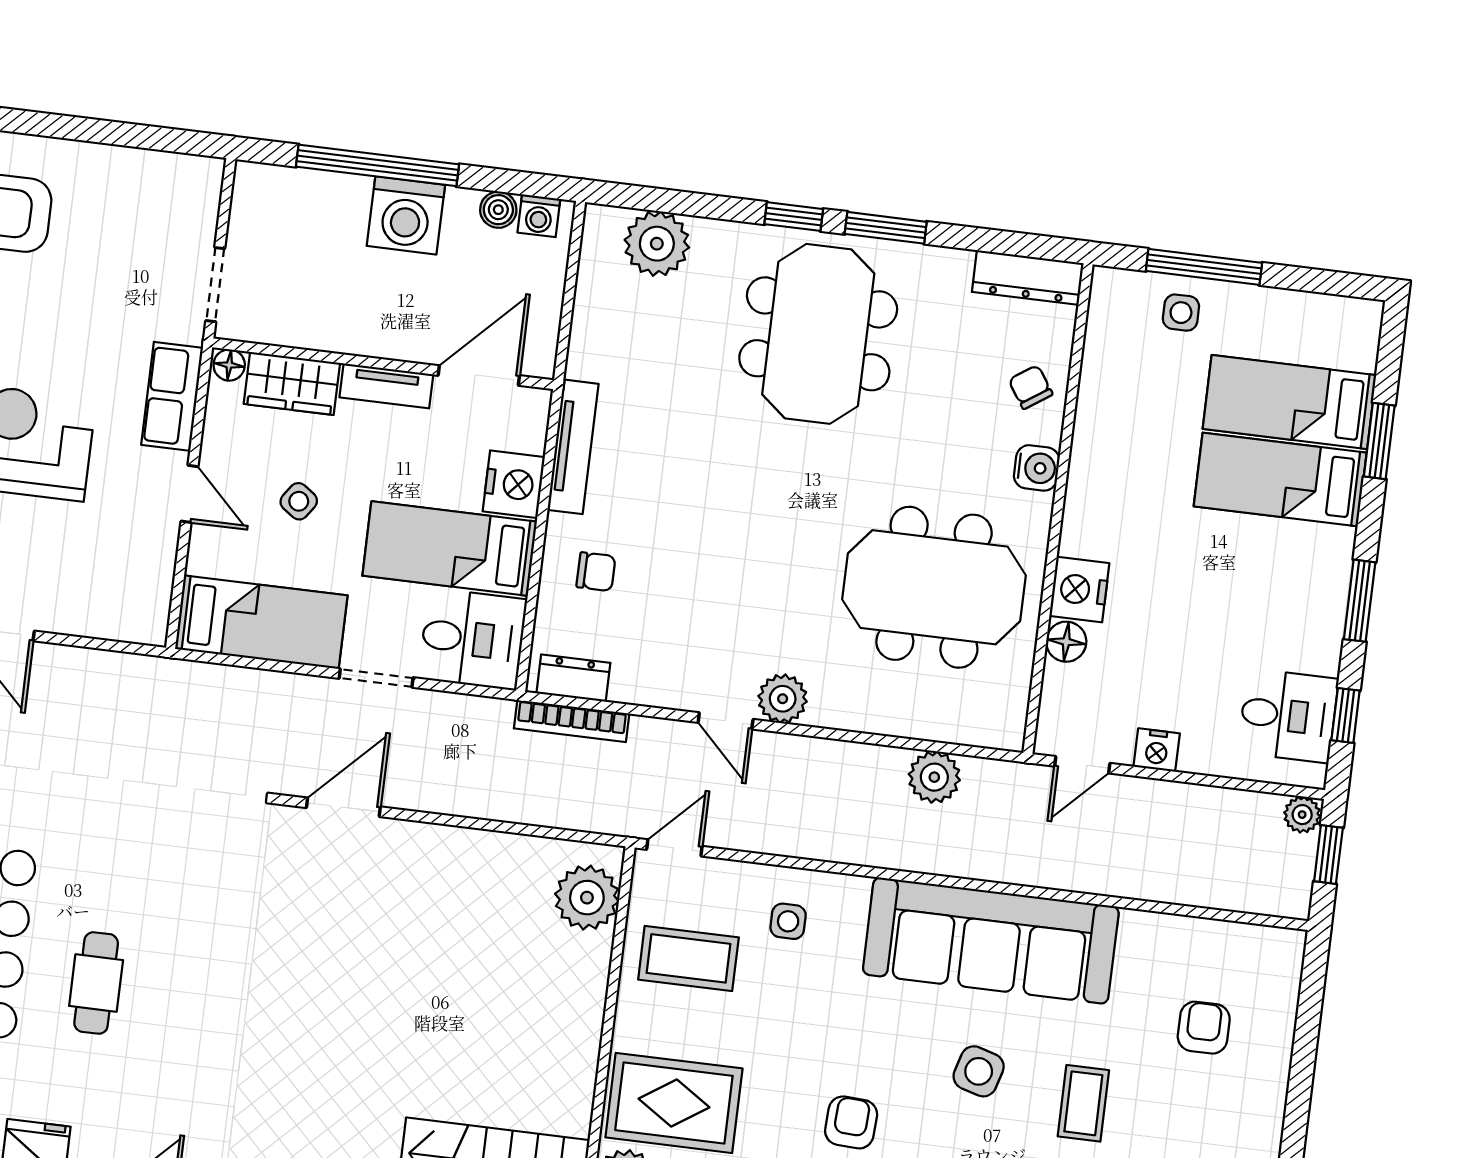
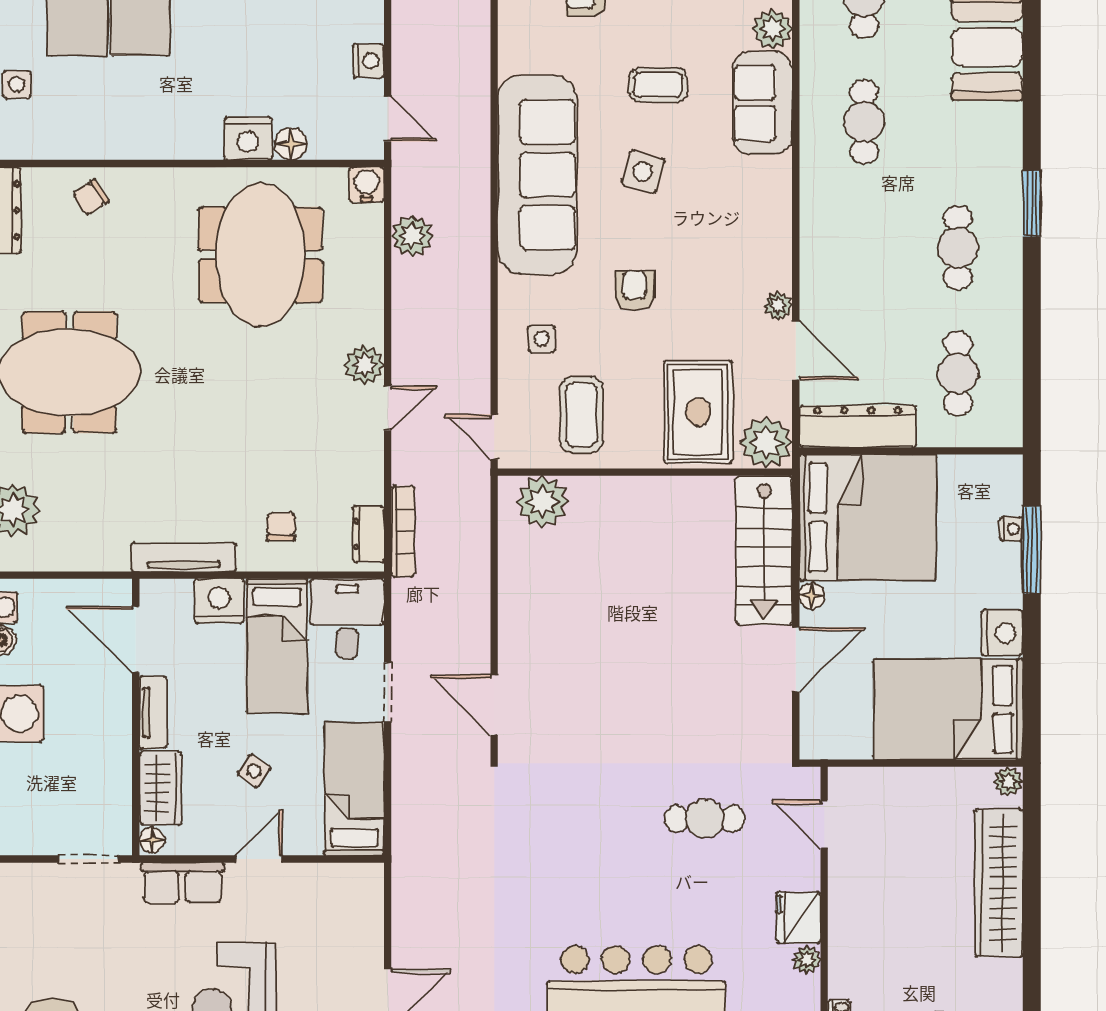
water cooler: (1037, 468) -> (367, 184), moved
cafe table: (96, 983) -> (705, 819), moved
armchair: (851, 1122) -> (635, 290), moved, turned 87

